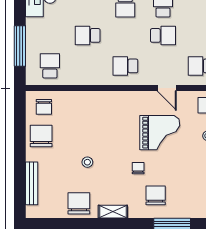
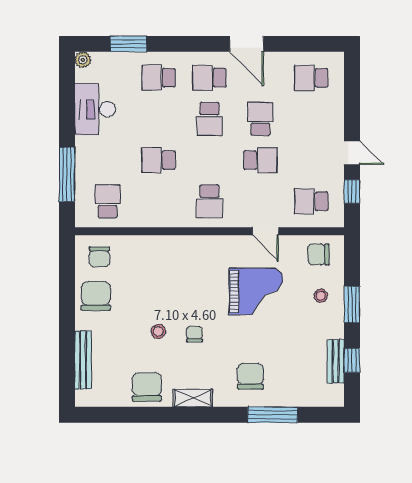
school desk: (125, 66) -> (209, 201), turned -90
chair: (138, 168) -> (195, 334), moved

